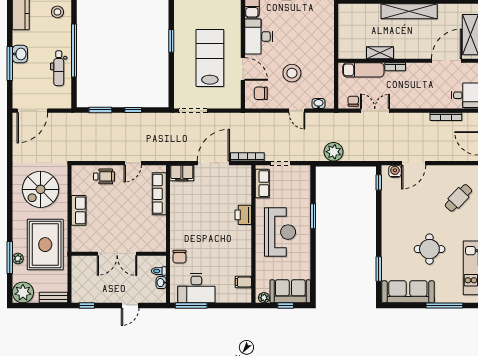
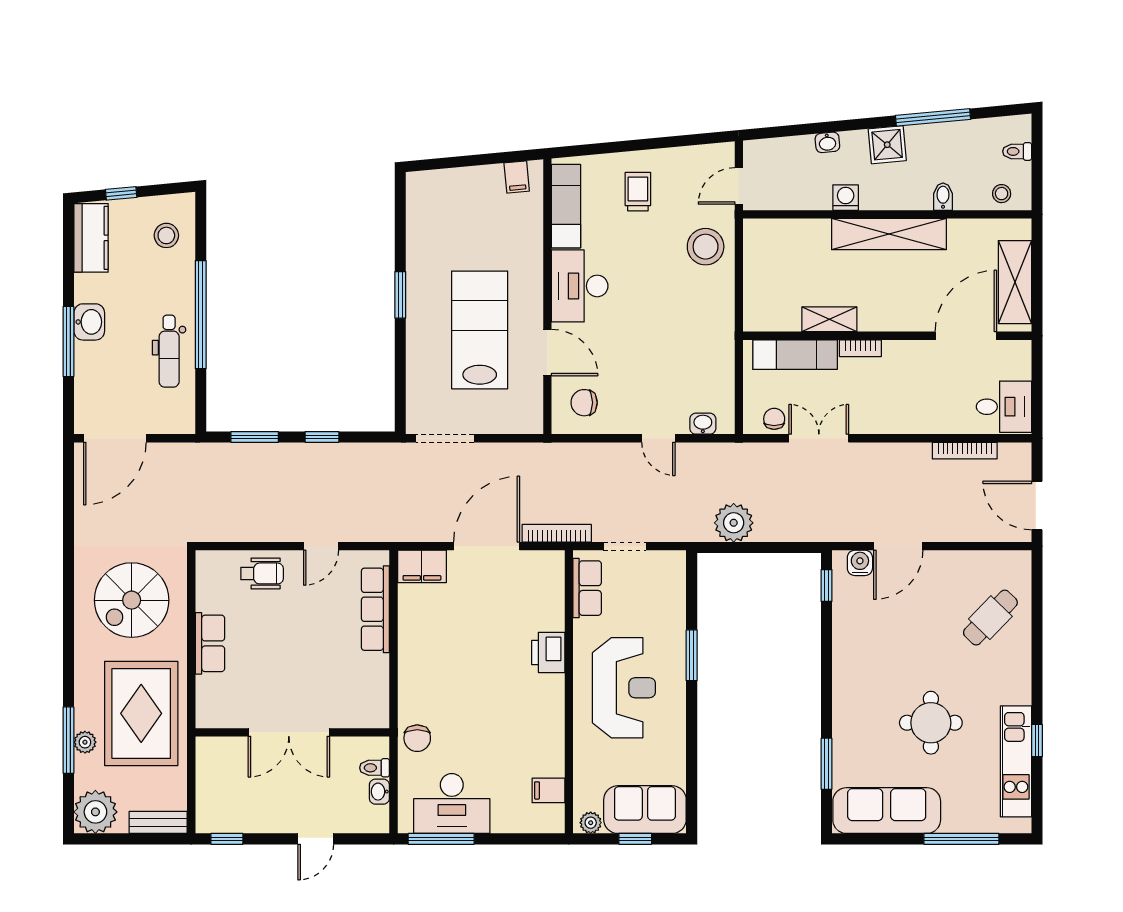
stool: (292, 73) -> (706, 247), moved

